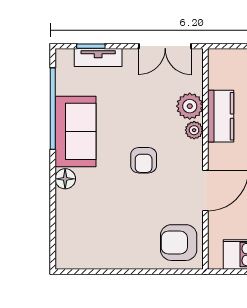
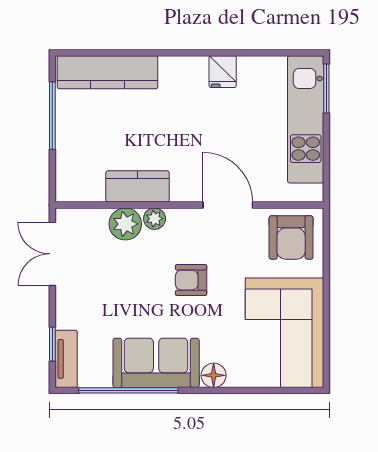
double door: (165, 46) -> (52, 254), swing flipped
tv unit: (98, 57) -> (66, 359), moved
armchair: (144, 160) -> (191, 280), turned 180
corner sofa: (100, 237) -> (284, 333), added

